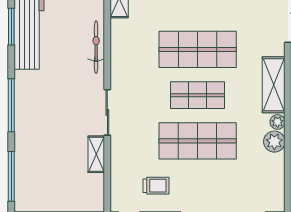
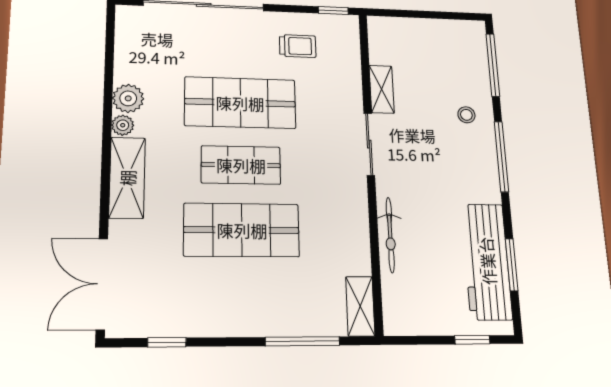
stool: (35, 136) -> (466, 115), added
trolley: (156, 186) -> (298, 46), turned 180

